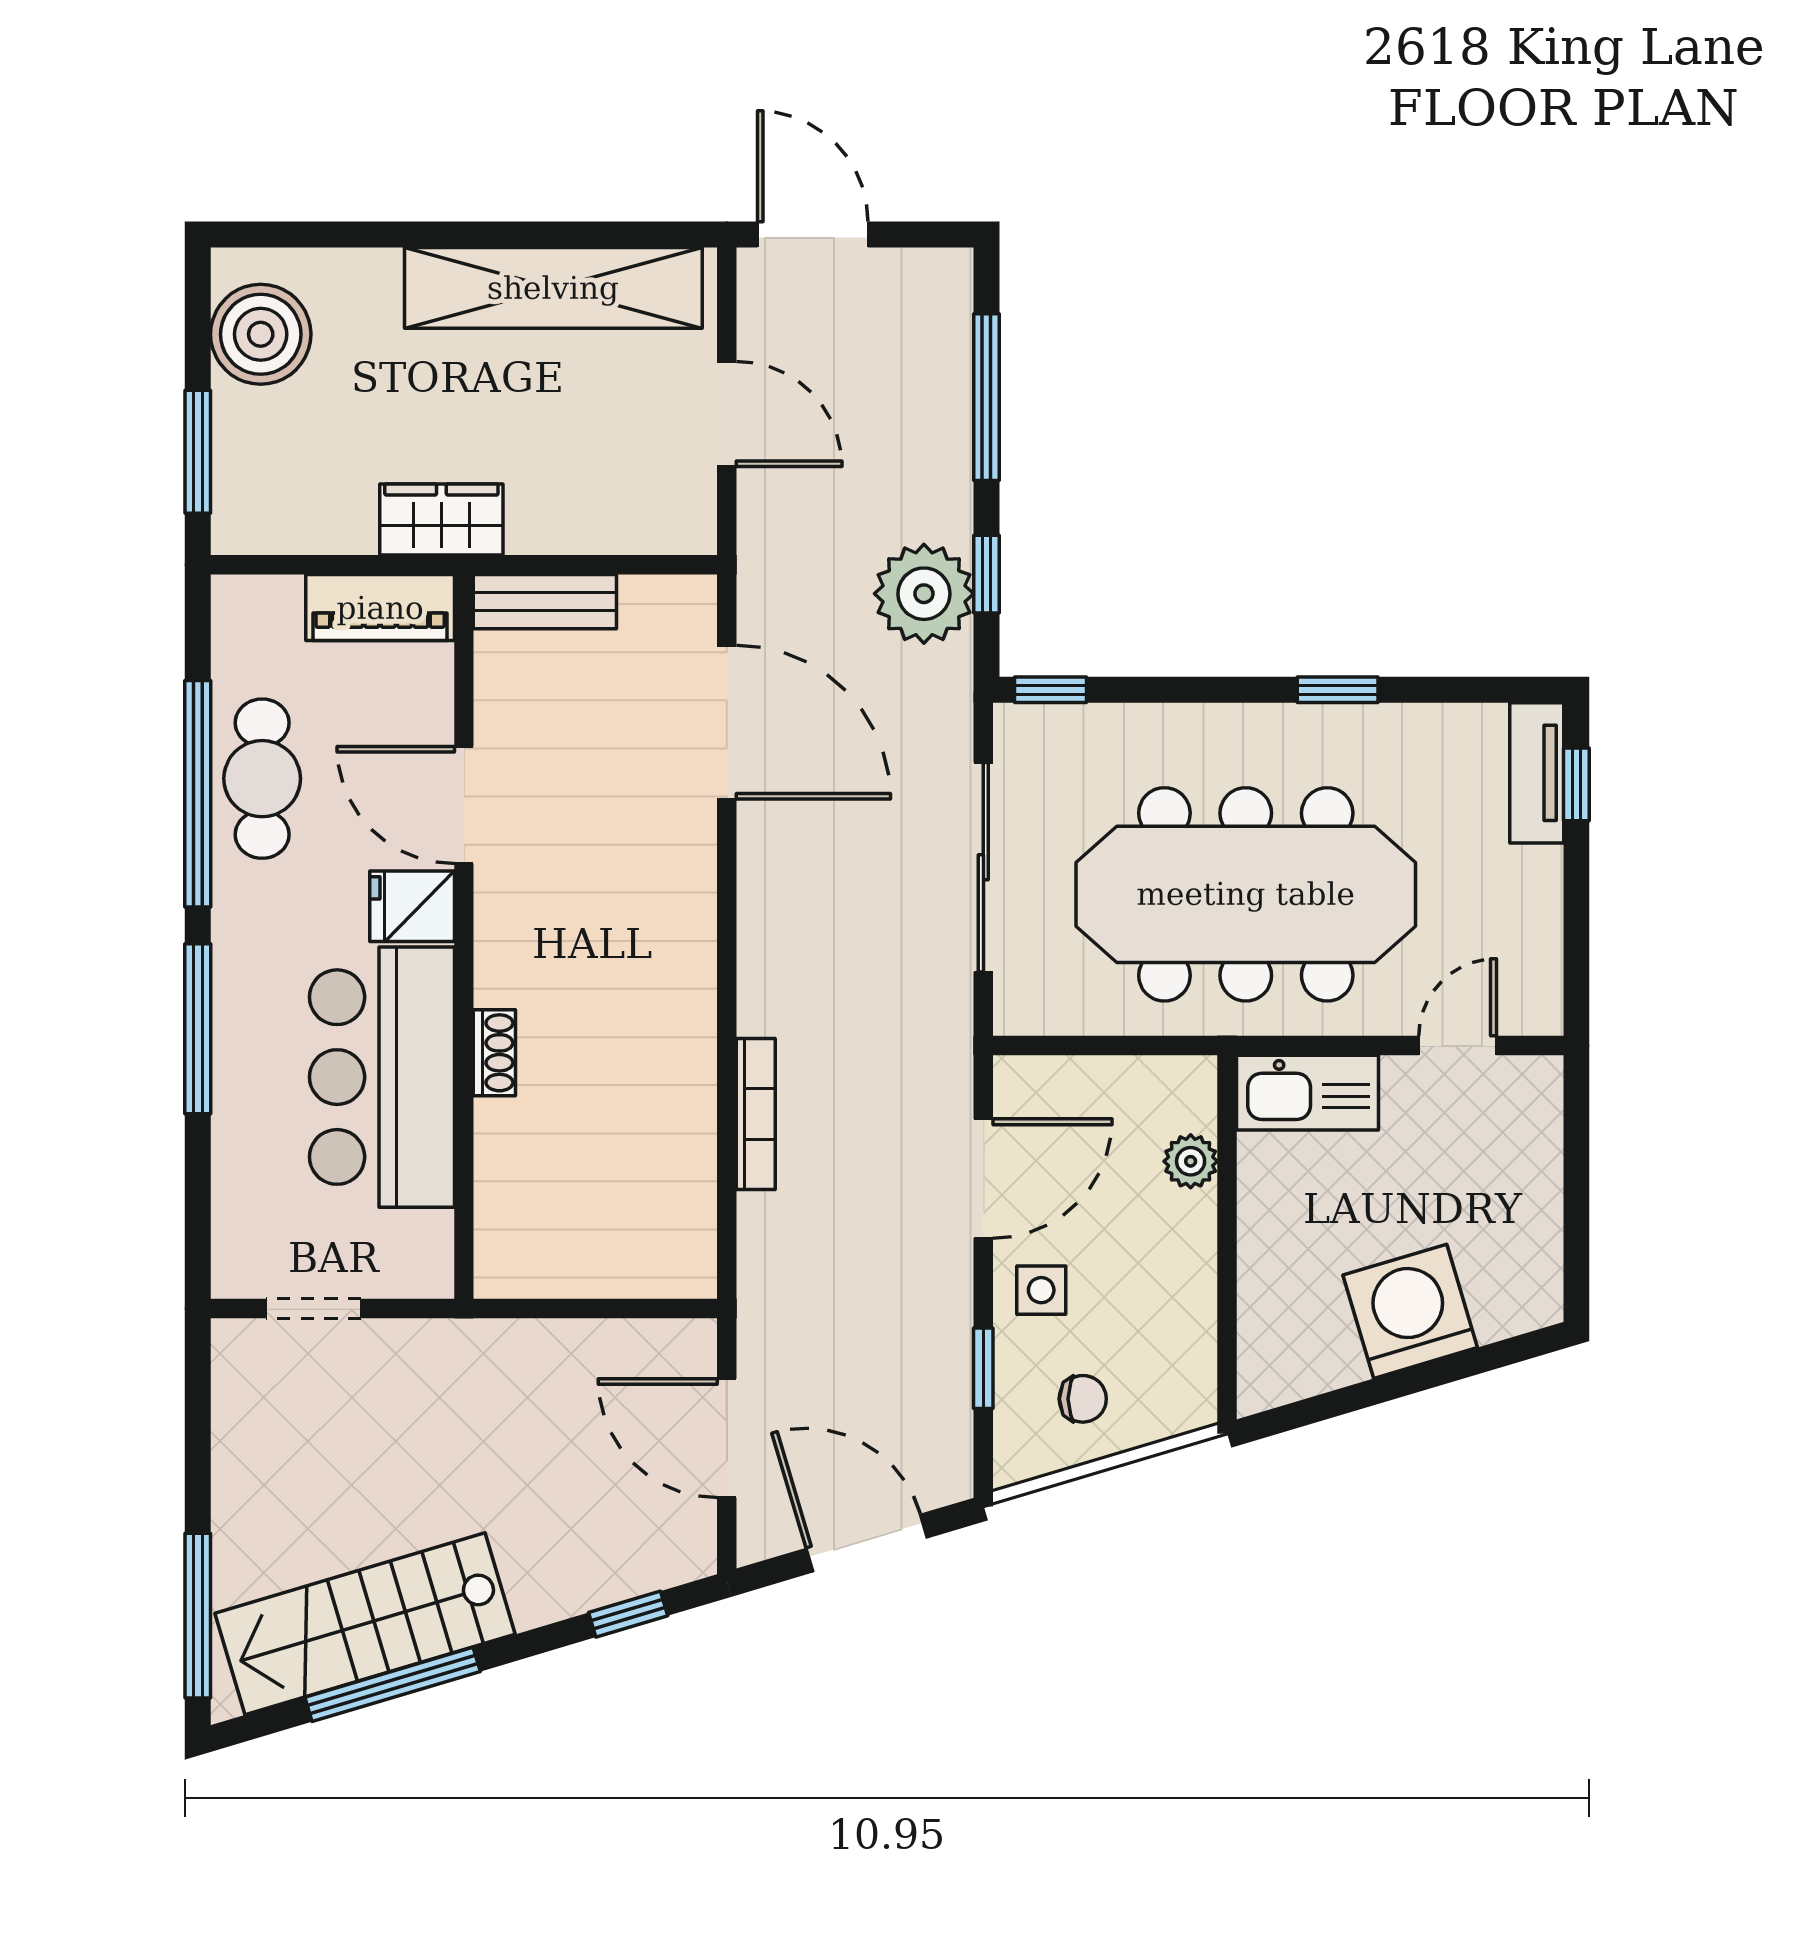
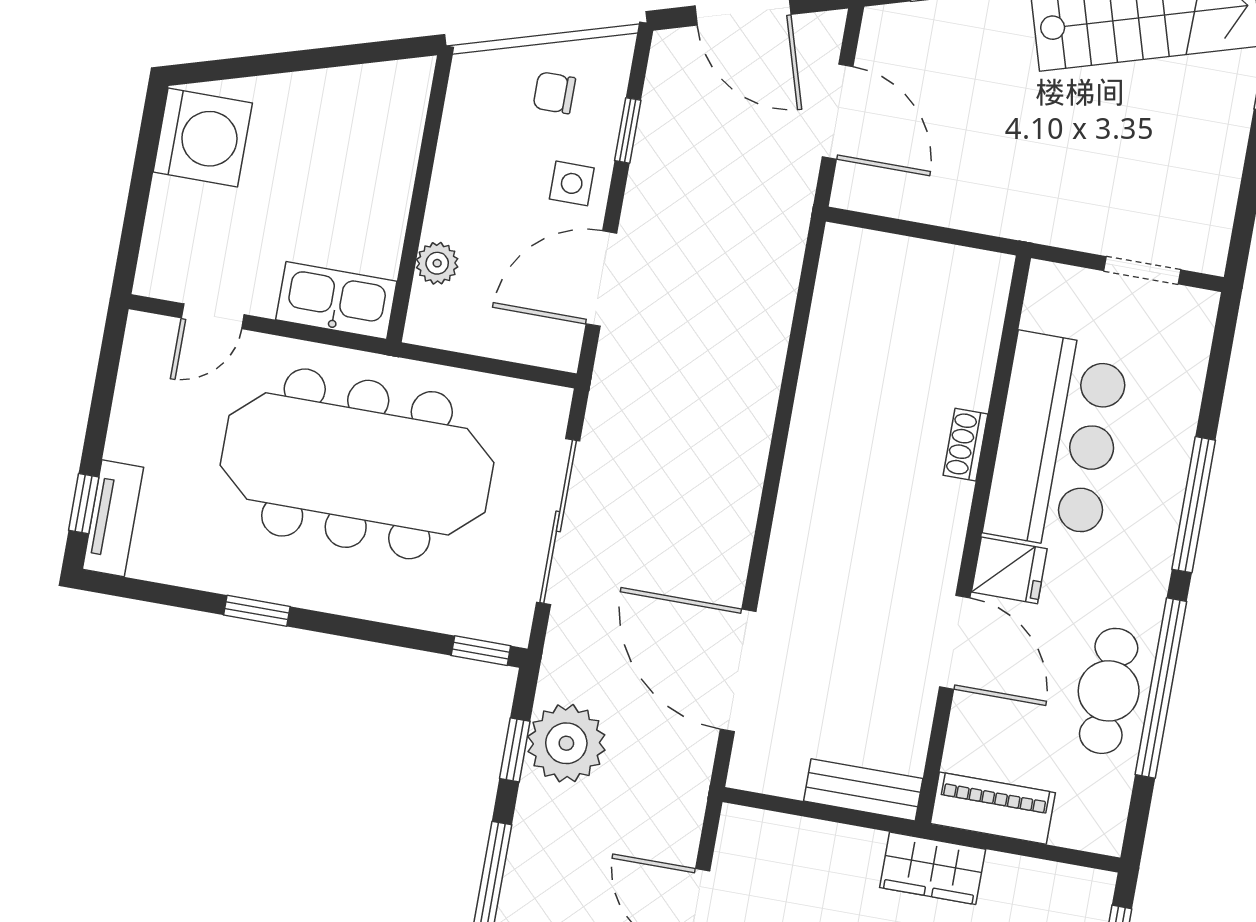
bookcase: (756, 1114) -> (770, 361), removed
washing machine: (1410, 1311) -> (203, 137), moved, turned -73

